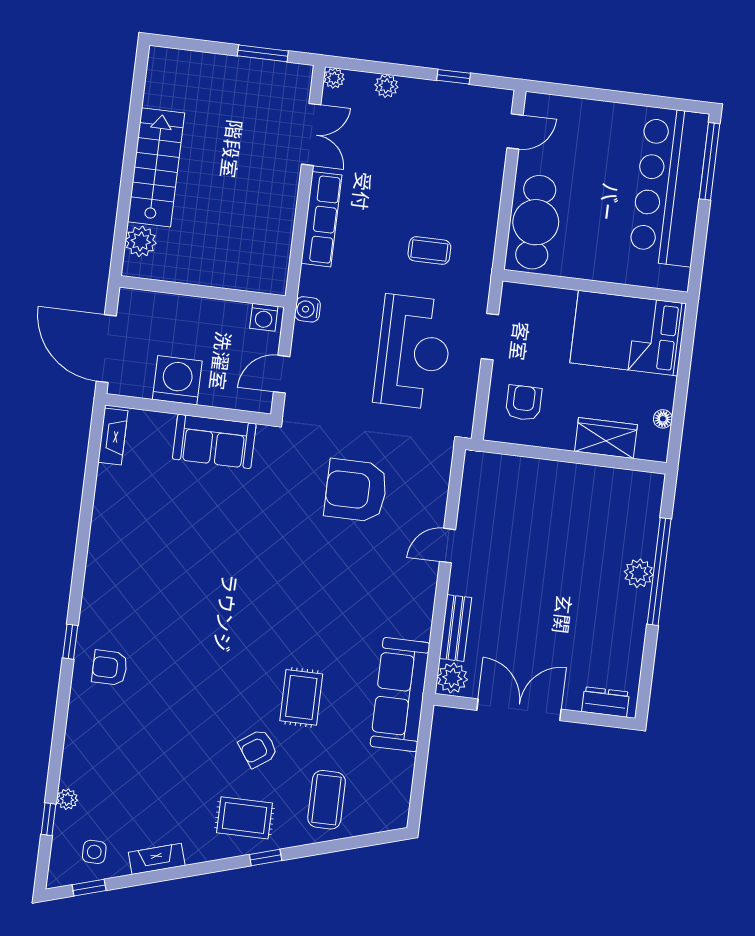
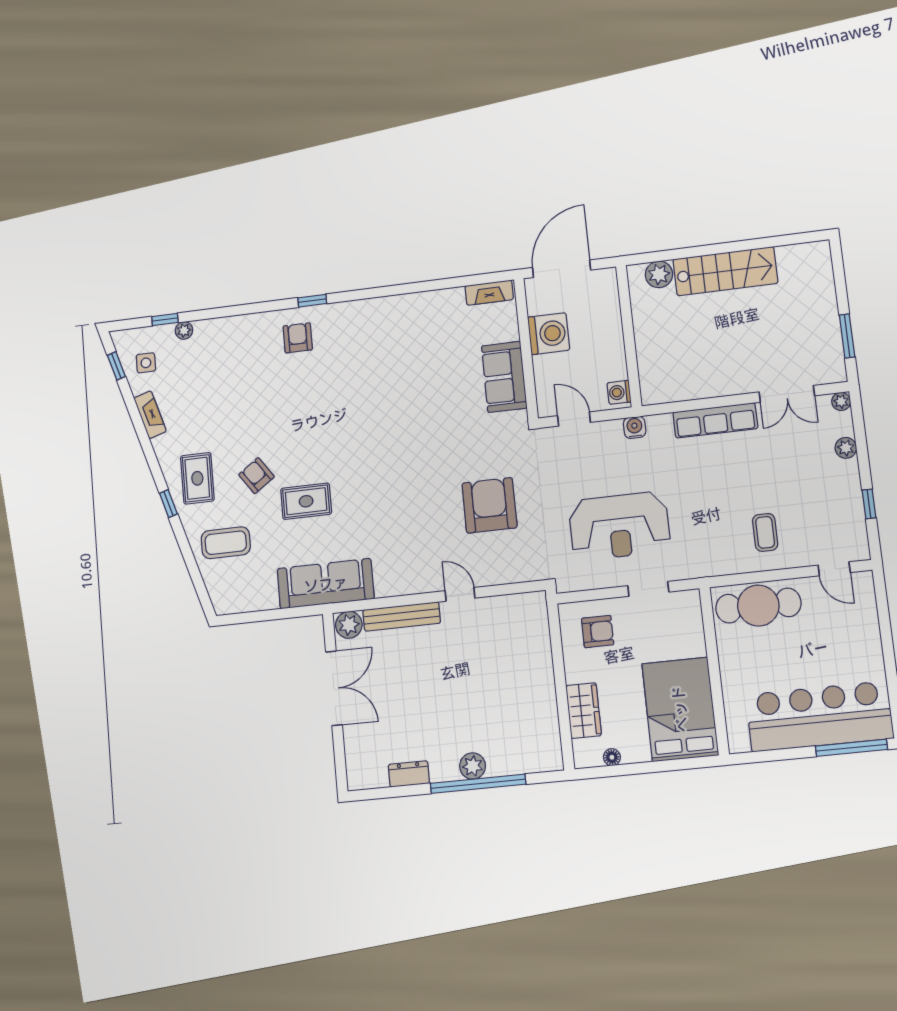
coffee table: (429, 251) -> (765, 532), moved
bench: (455, 628) -> (402, 616), width x1.36
dresser: (606, 702) -> (409, 774), moved, turned -90

